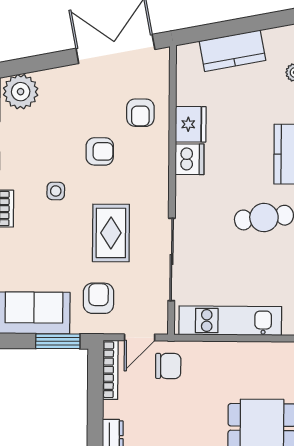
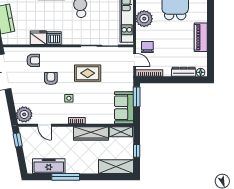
armchair: (98, 298) -> (117, 79), removed
plant: (231, 359) -> (144, 19), added

